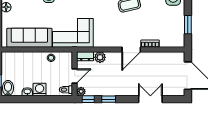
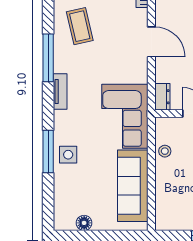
door: (131, 49) -> (151, 42), moved
plant: (100, 57) -> (164, 73), removed

